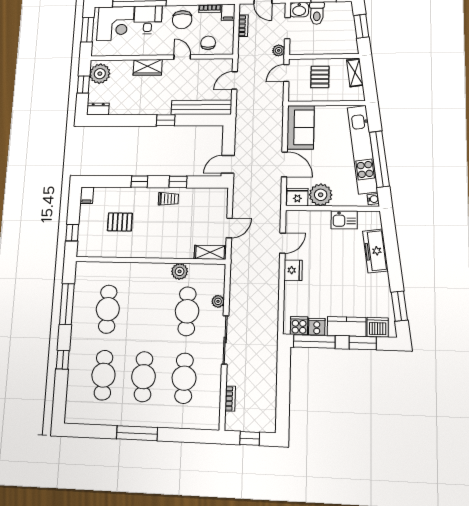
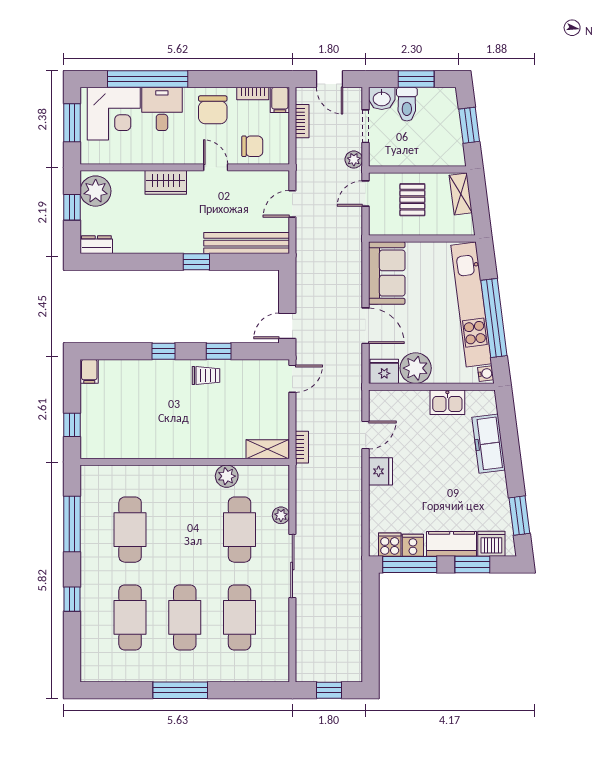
chair: (208, 43) -> (252, 146), turned 90
pallet: (120, 222) -> (139, 409), removed
door: (229, 228) -> (292, 379), moved
bookcase: (230, 399) -> (302, 447), moved

